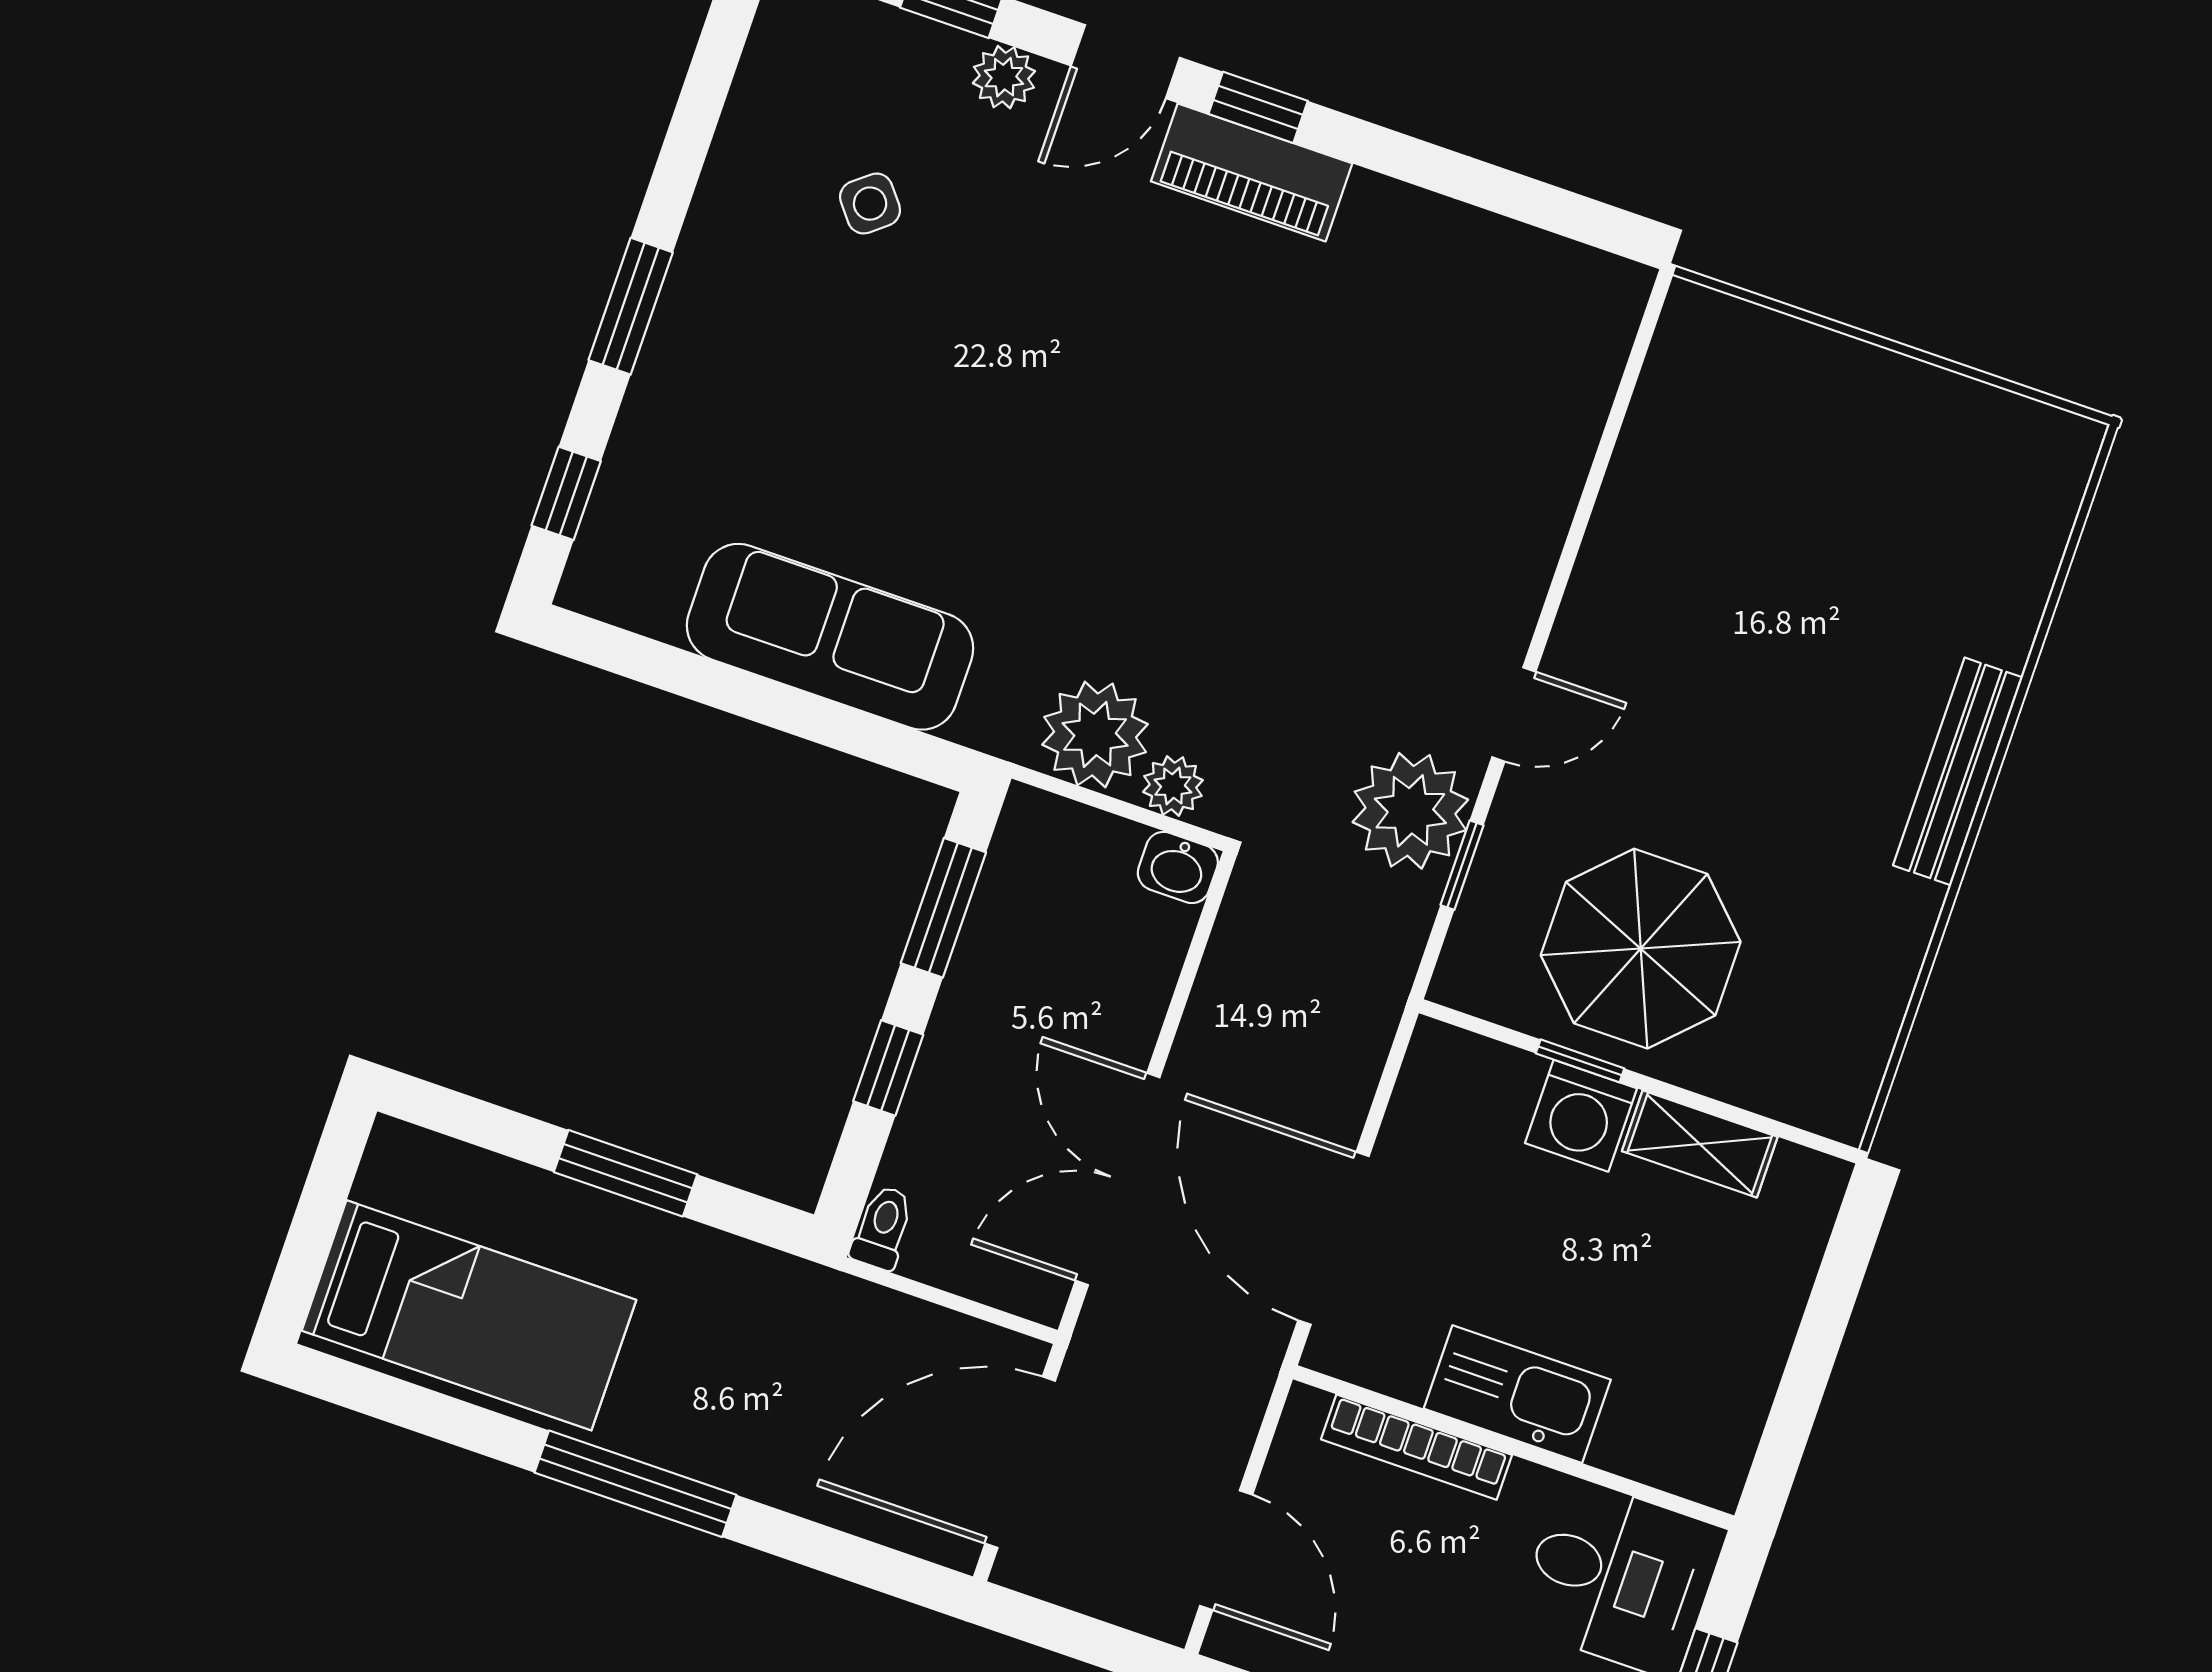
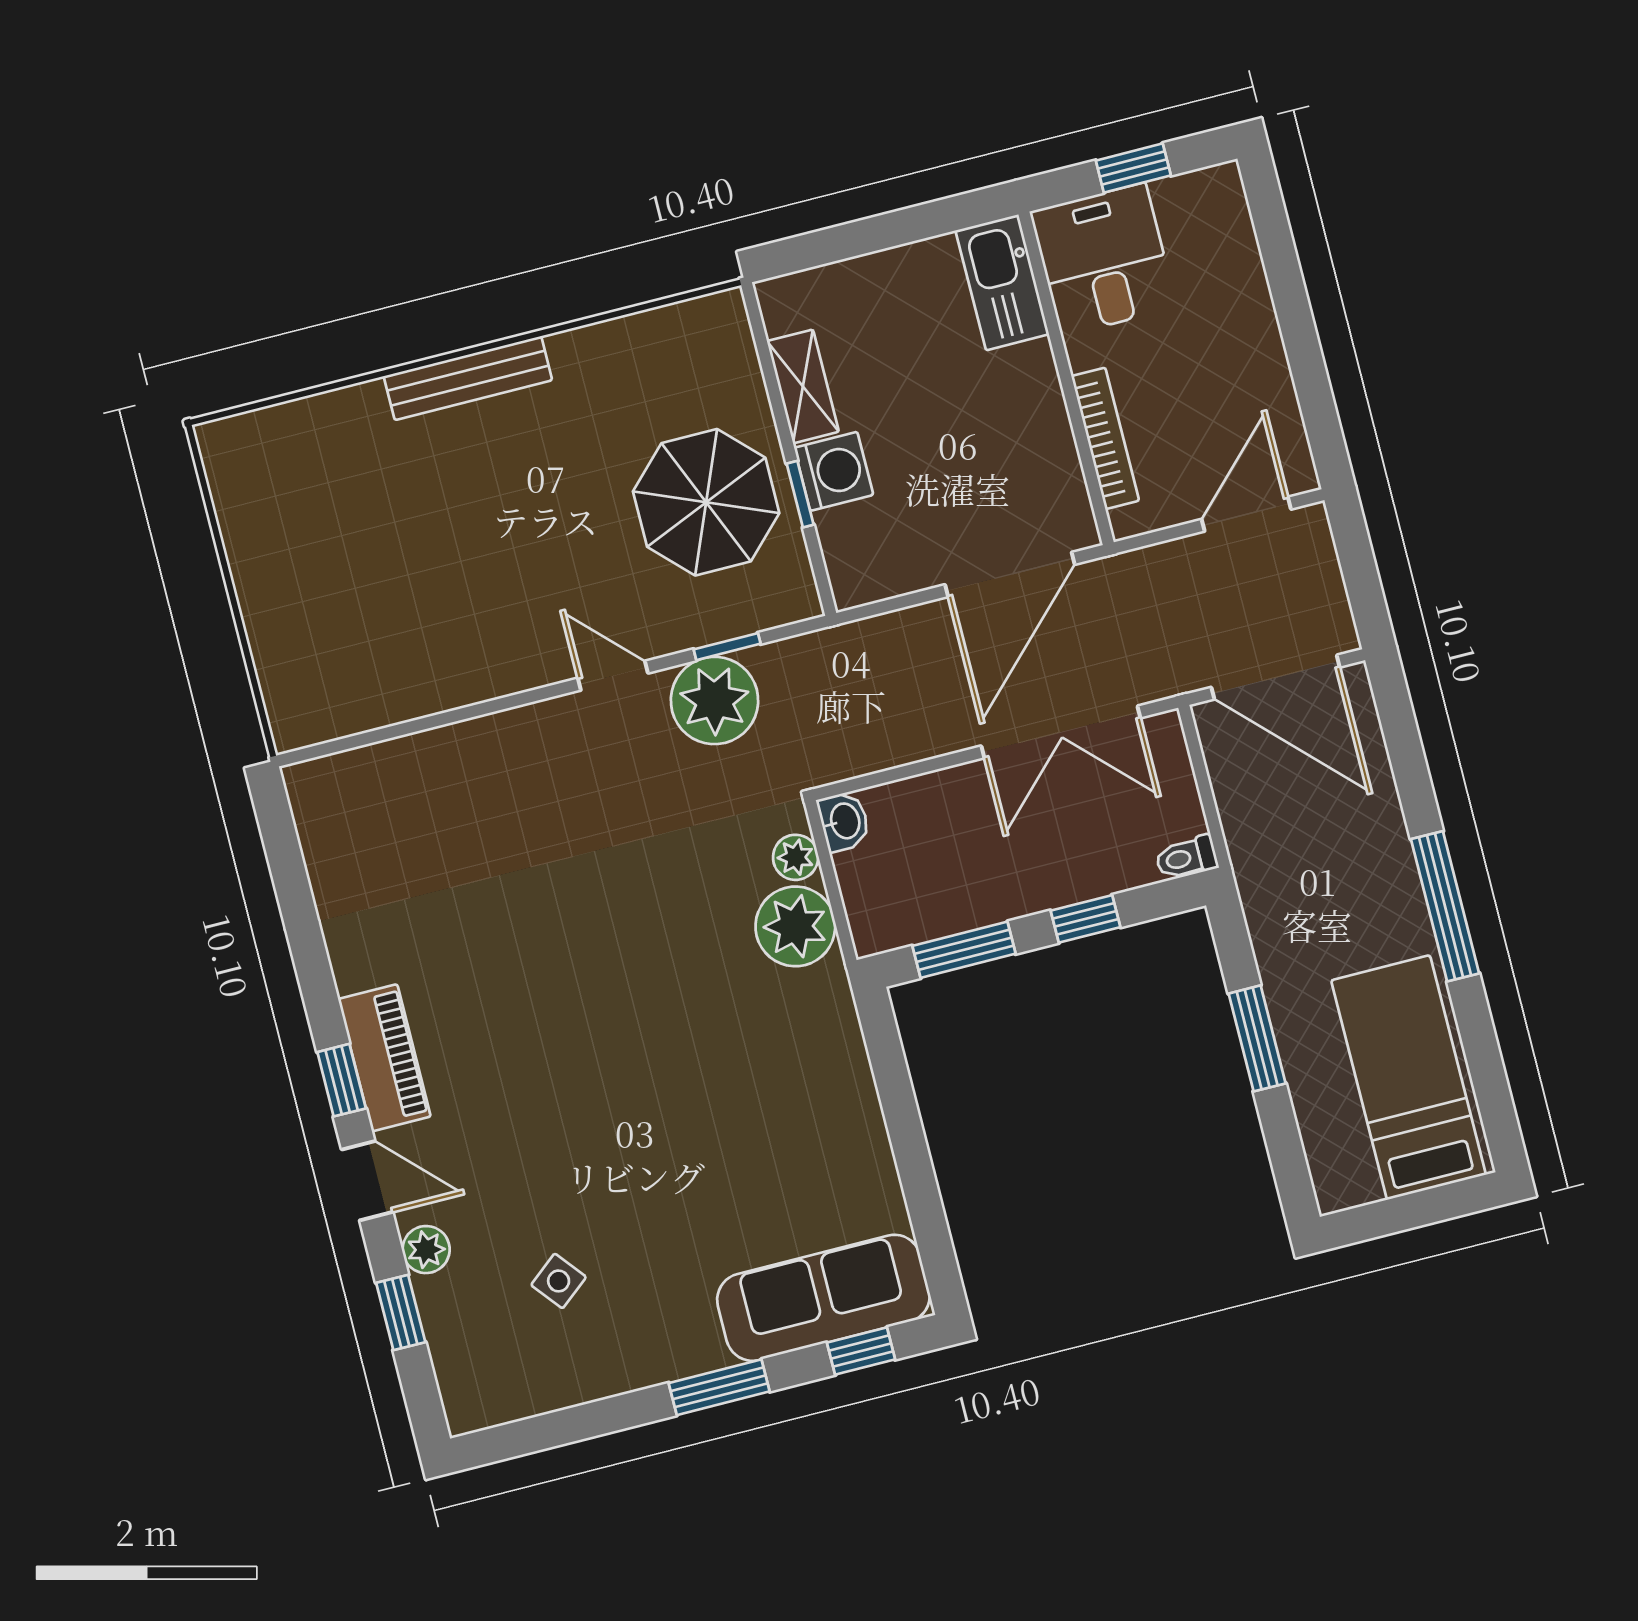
sofa: (830, 637) -> (823, 1298), moved, turned 90
kitchen sink: (1517, 1394) -> (1002, 282), moved

